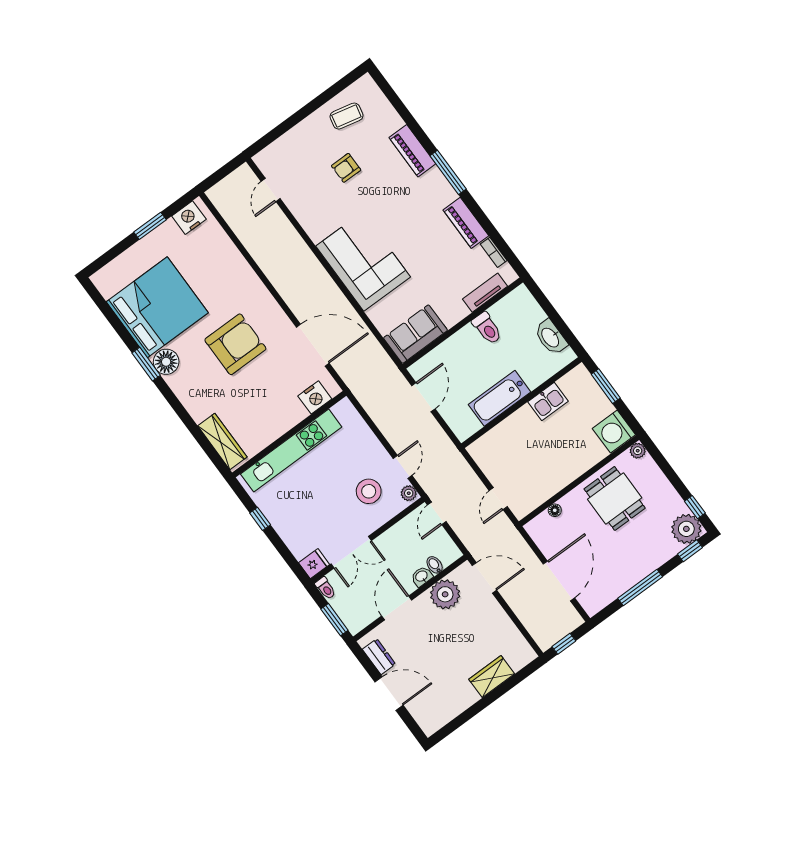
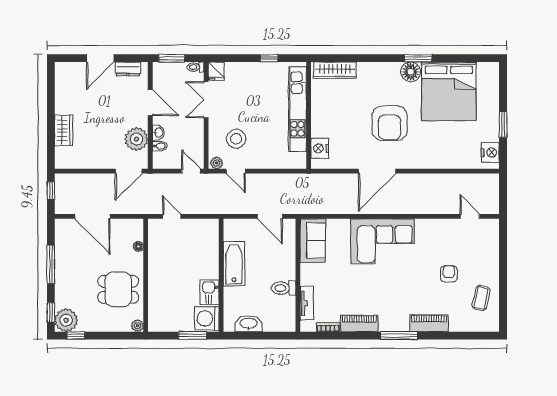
door: (313, 345) -> (377, 171), moved
washing machine: (614, 432) -> (207, 318), moved, turned -90

